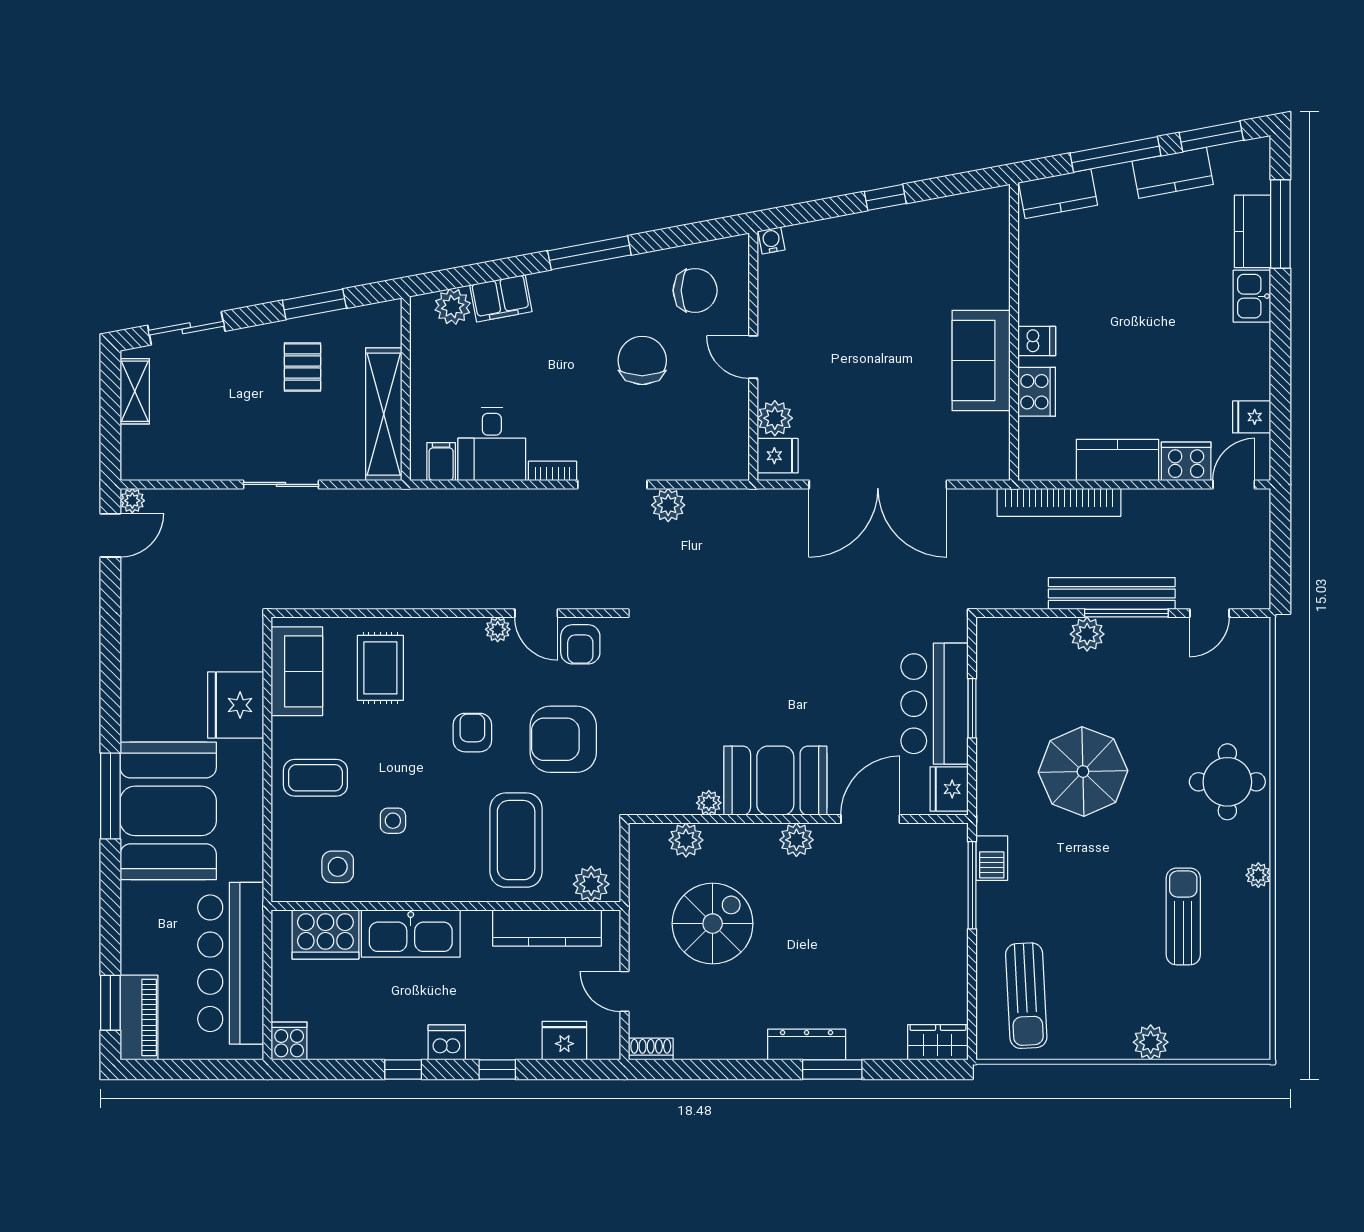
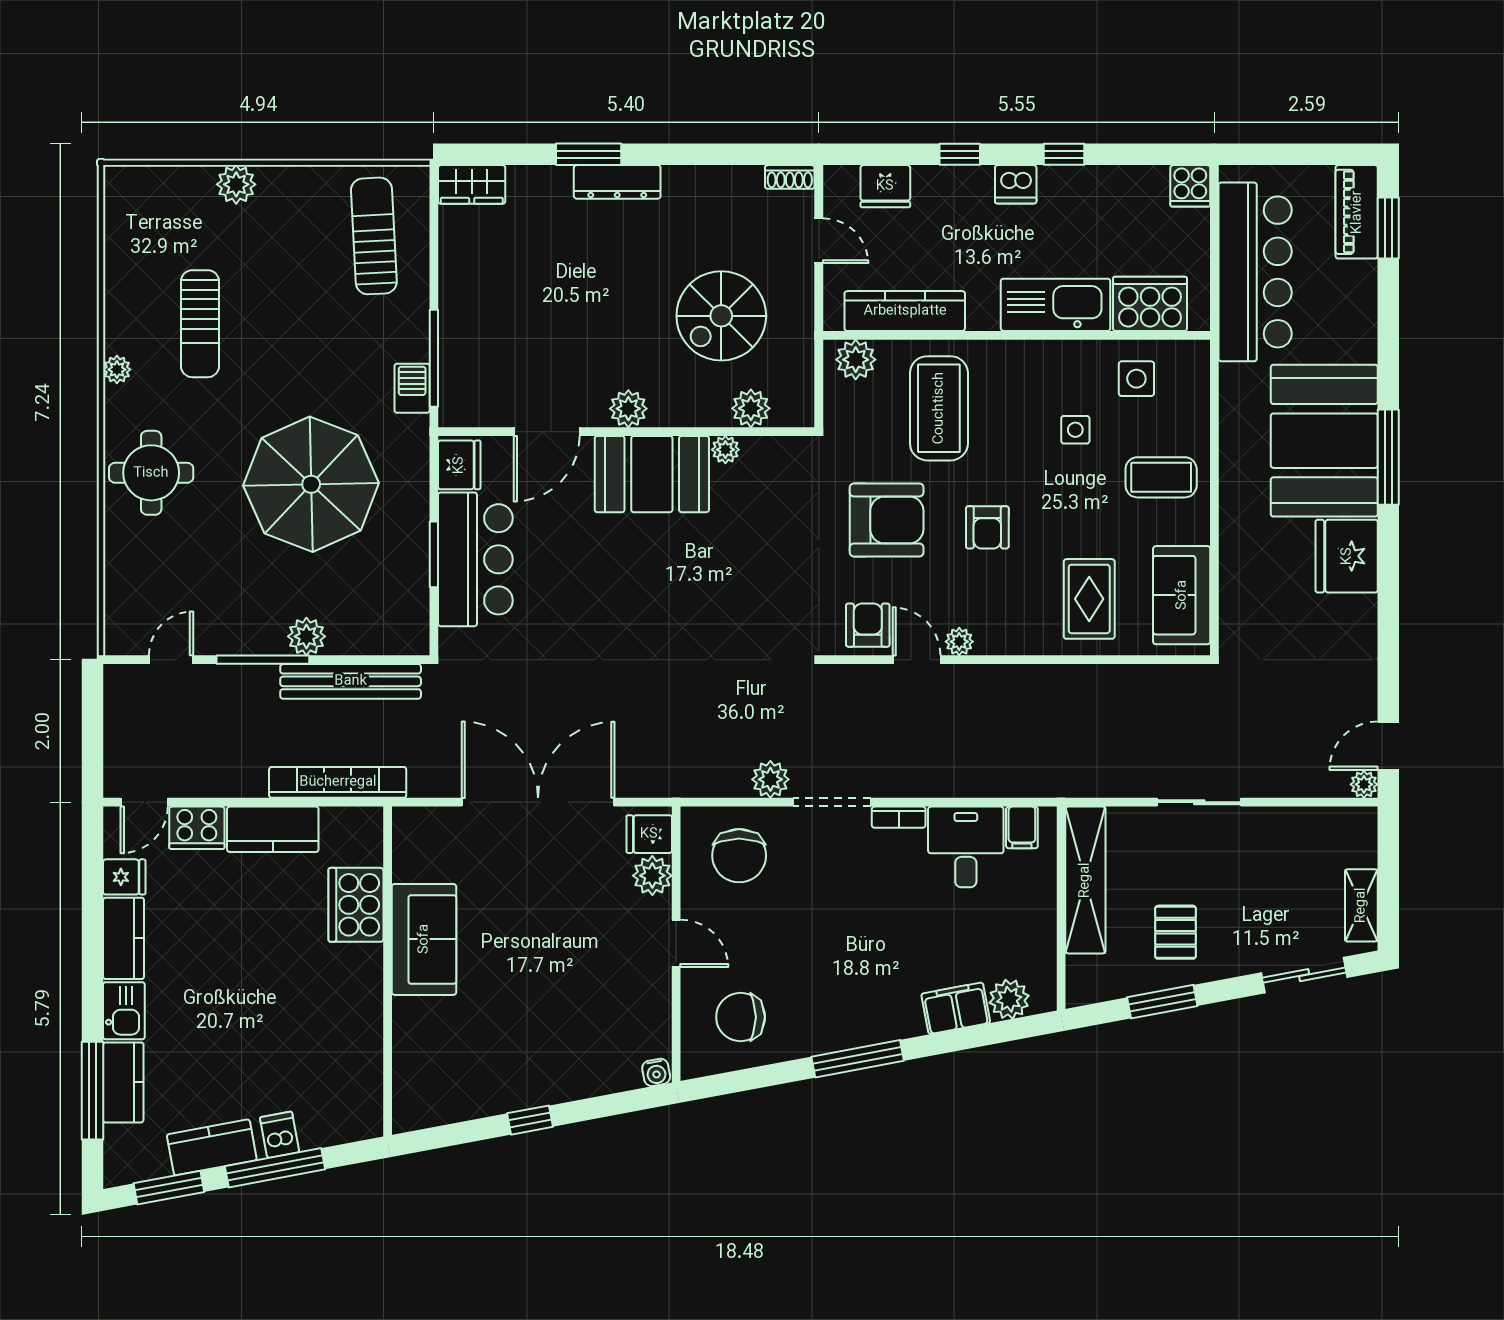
kitchen counter: (1058, 194) -> (124, 938), moved, turned 101
dishwasher: (1037, 341) -> (280, 1135), moved, turned 79
chair: (642, 360) -> (739, 856), moved
cooker: (1037, 392) -> (356, 905), width x1.37, depth x1.31
bench: (1112, 594) -> (351, 681), moved
fridge: (236, 705) -> (1347, 556), moved, turned 180
parasol: (1083, 771) -> (311, 484), width x1.36, depth x1.36

